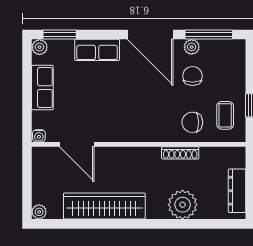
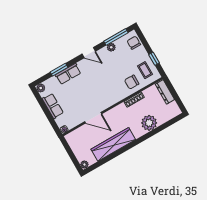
window: (60, 35) -> (59, 70), moved
door: (150, 35) -> (89, 53), width x0.53
chair: (192, 76) -> (134, 43), moved
door: (77, 144) -> (93, 118), moved
dresser: (237, 191) -> (165, 92), moved

